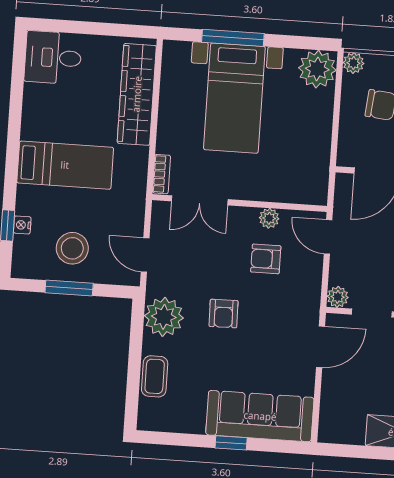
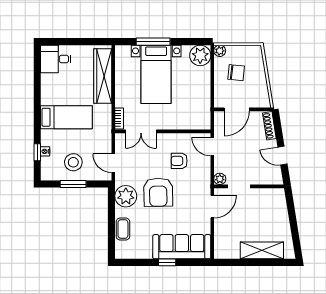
plant: (269, 218) -> (180, 139), removed
armchair: (224, 314) -> (158, 192), width x1.88, depth x1.88

